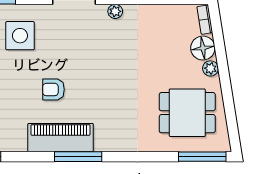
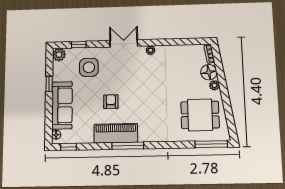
armchair: (53, 90) -> (111, 102), turned 90

